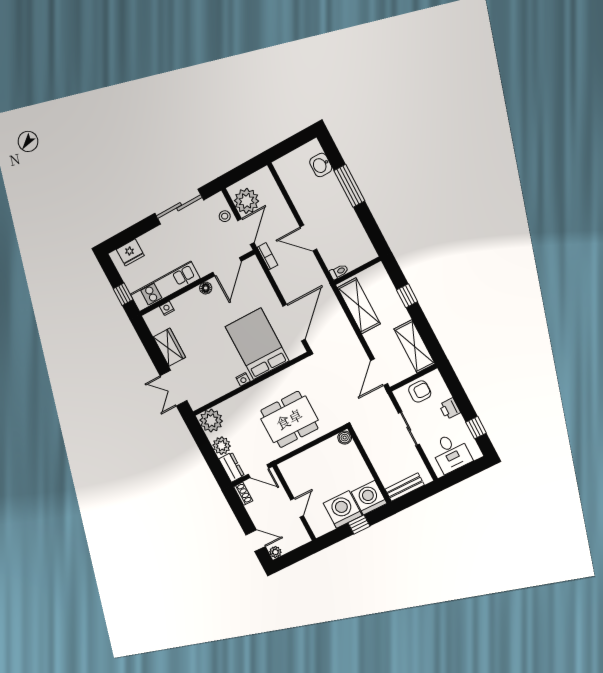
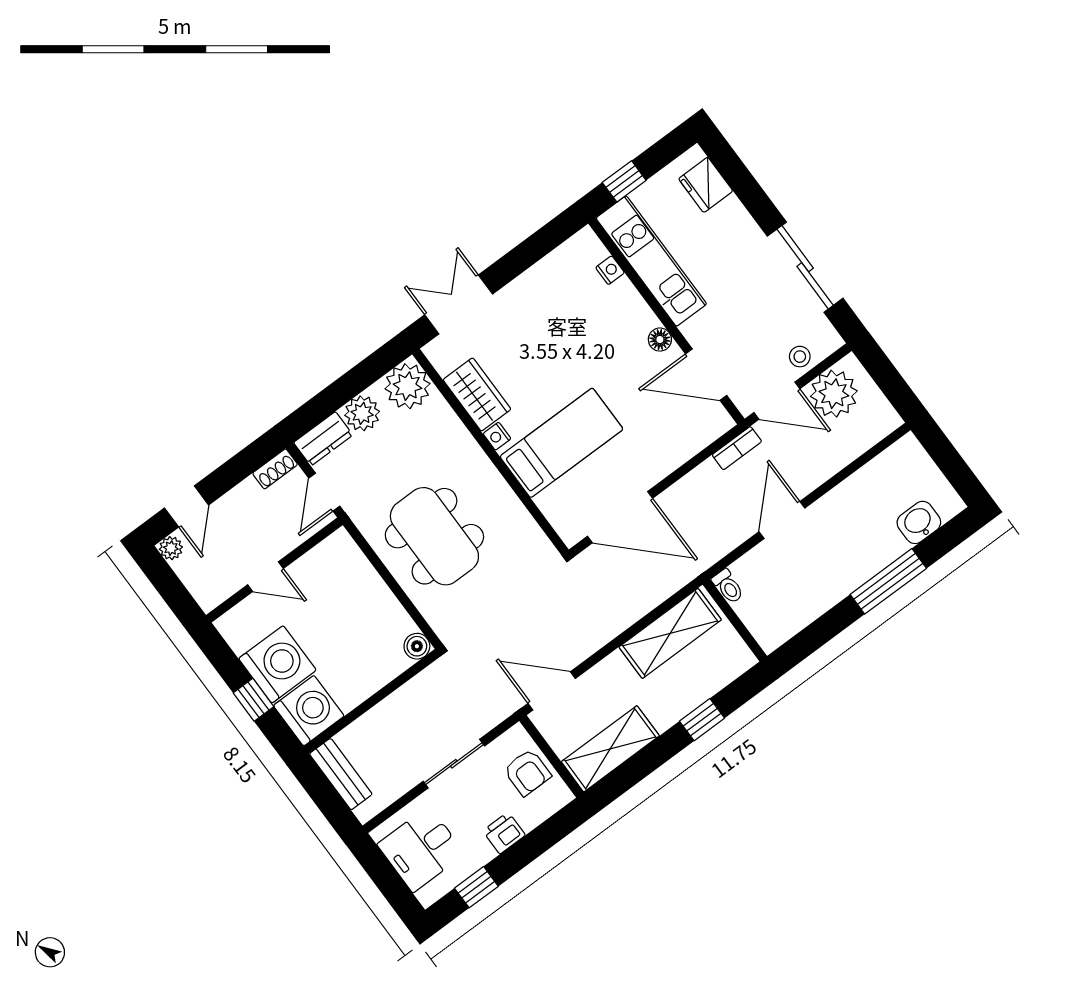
bed: (257, 344) -> (561, 443), width x0.67
wardrobe: (169, 347) -> (477, 394), moved, turned -90

